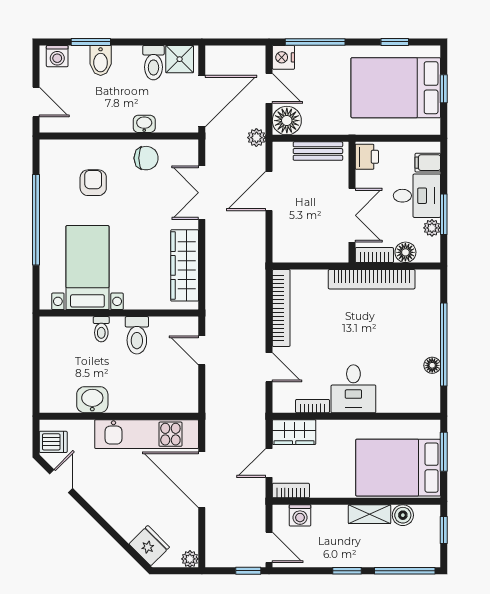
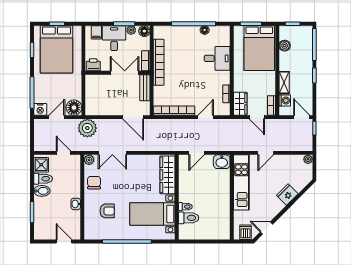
washing machine: (57, 56) -> (40, 230), removed
bidet: (101, 60) -> (42, 191), moved
door: (202, 101) -> (64, 153), width x0.53
door: (36, 102) -> (64, 241), hinge flipped
washbasin: (144, 124) -> (76, 204), moved
plant: (256, 138) -> (87, 128), width x1.88, depth x1.88
plant: (189, 149) -> (89, 160), added
bench: (318, 151) -> (145, 88), moved
armchair: (93, 183) -> (107, 211), turned 180
door: (269, 191) -> (133, 117), moved
floor lamp: (405, 252) -> (144, 31), moved
wardrobe: (185, 265) -> (168, 175), moved, turned 90
toilet: (137, 335) -> (189, 218), moved
desk: (353, 389) -> (217, 58), moved
washbasin: (92, 400) -> (222, 162), moved, turned -90
door: (202, 480) -> (266, 153), width x0.53
shelving: (369, 514) -> (284, 83), moved
fridge: (149, 546) -> (287, 195), moved
door: (269, 547) -> (302, 117), hinge flipped

